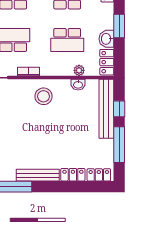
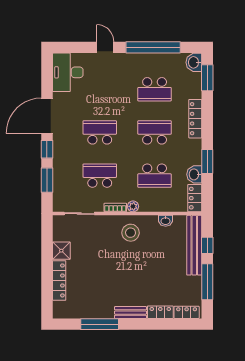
plant: (79, 70) -> (133, 206), moved
bench: (38, 175) -> (130, 313), width x0.73

